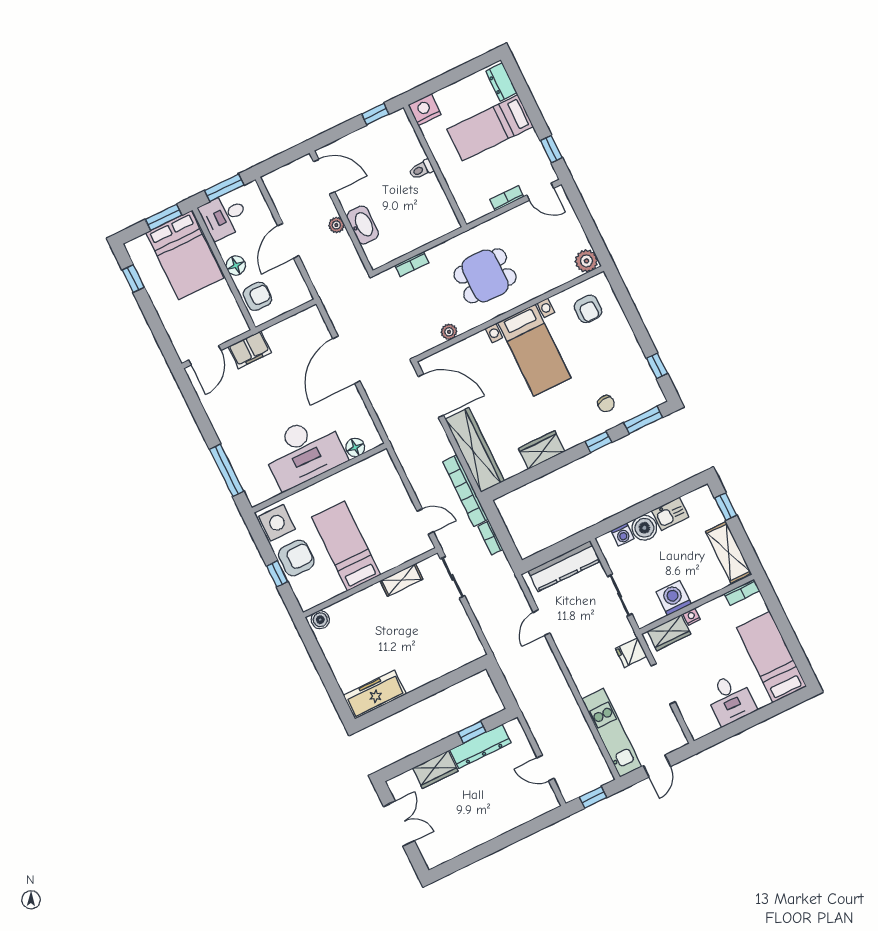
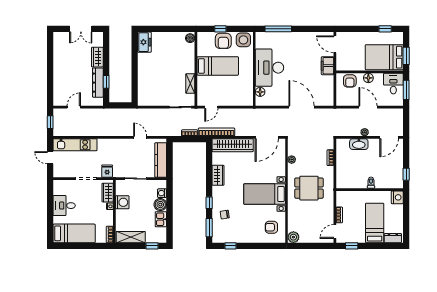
dining table: (485, 276) -> (309, 188), turned 90
freezer: (375, 695) -> (144, 42), width x0.71

